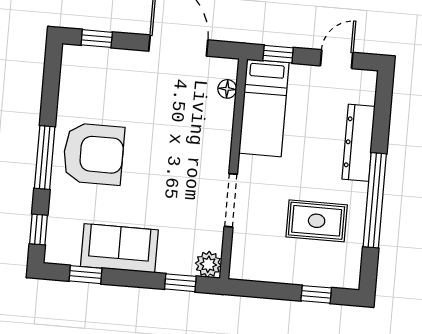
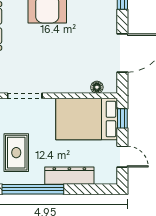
bed: (264, 108) -> (87, 119), width x1.50

